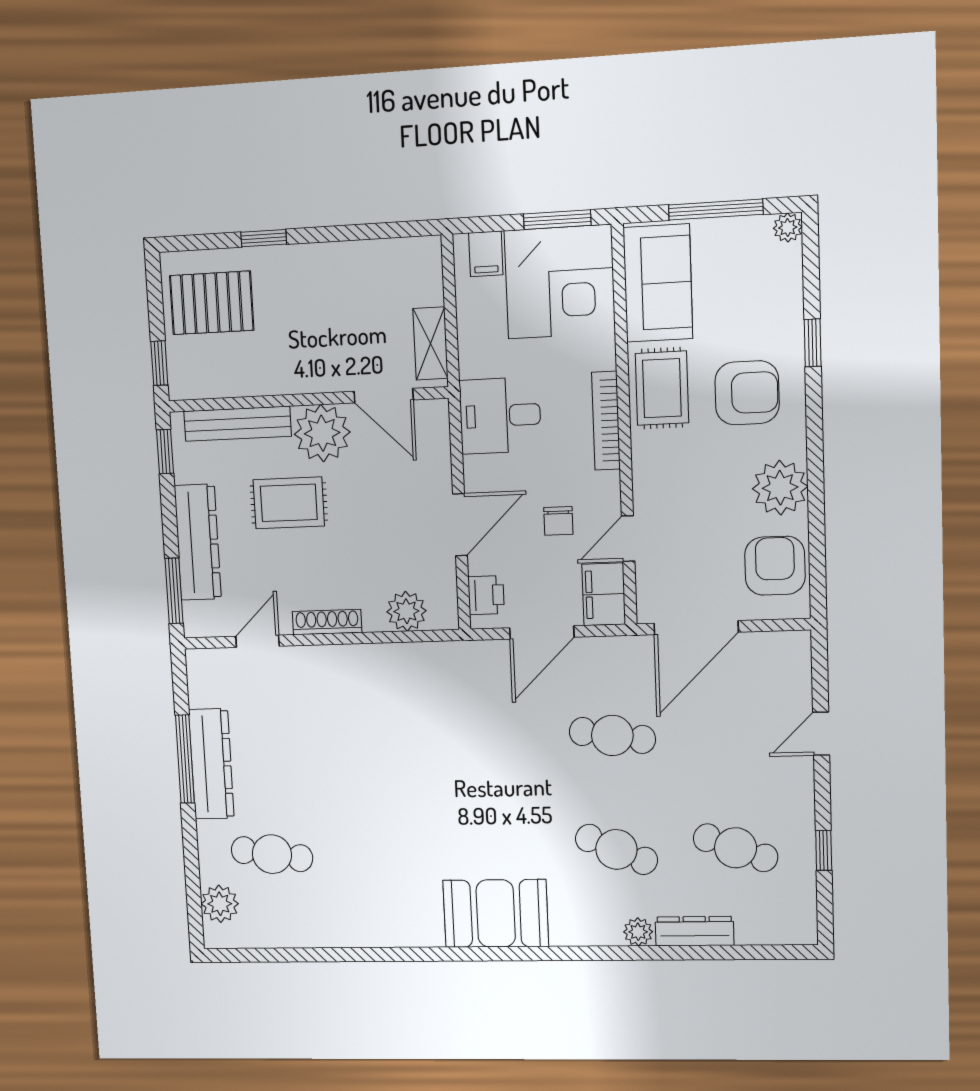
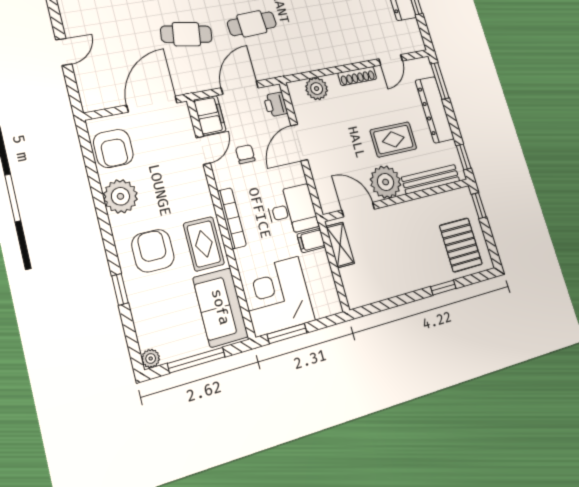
filing cabinet: (486, 254) -> (311, 241), moved, turned -90
pallet: (212, 303) -> (461, 245), turned 90
armchair: (747, 393) -> (153, 251), turned 90
cafe table: (495, 738) -> (252, 24), added

